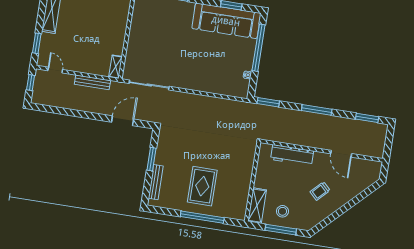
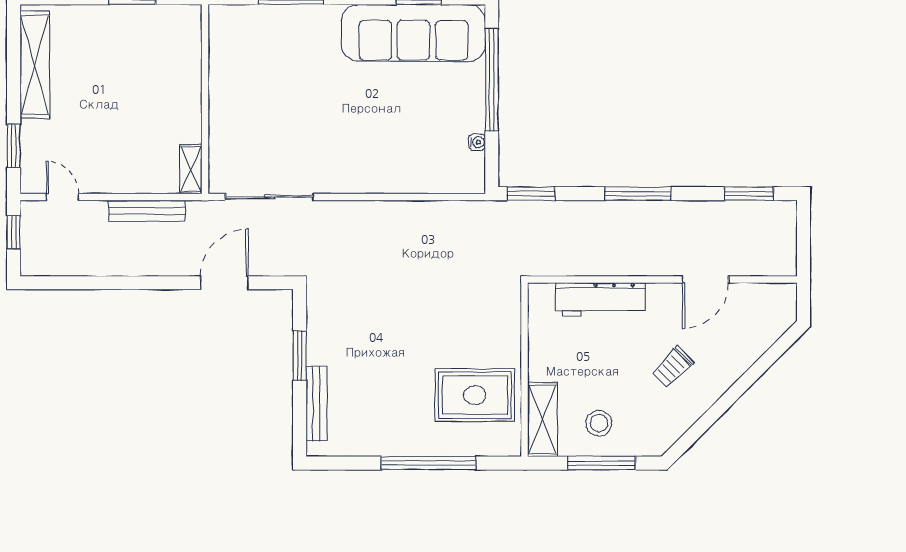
door: (341, 154) -> (705, 279), hinge flipped
rug: (202, 186) -> (475, 395), moved, turned 90

